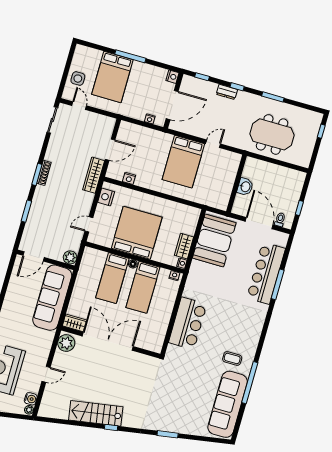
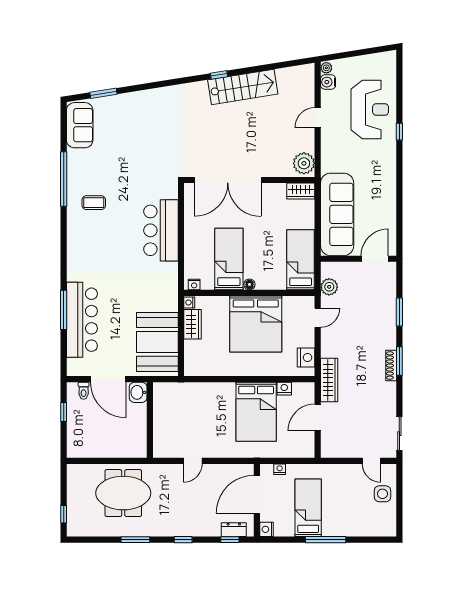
bed: (112, 77) -> (308, 508), moved, width x0.67
dresser: (227, 92) -> (234, 530), moved
bed: (183, 162) -> (256, 412), moved, turned 180
washbasin: (245, 187) -> (138, 392), moved
plant: (70, 257) -> (329, 287), moved
bed: (112, 278) -> (301, 260), moved
double door: (108, 341) -> (228, 180), moved
sofa: (228, 404) -> (80, 125), width x0.54, depth x0.79
window: (168, 434) -> (103, 93), moved

